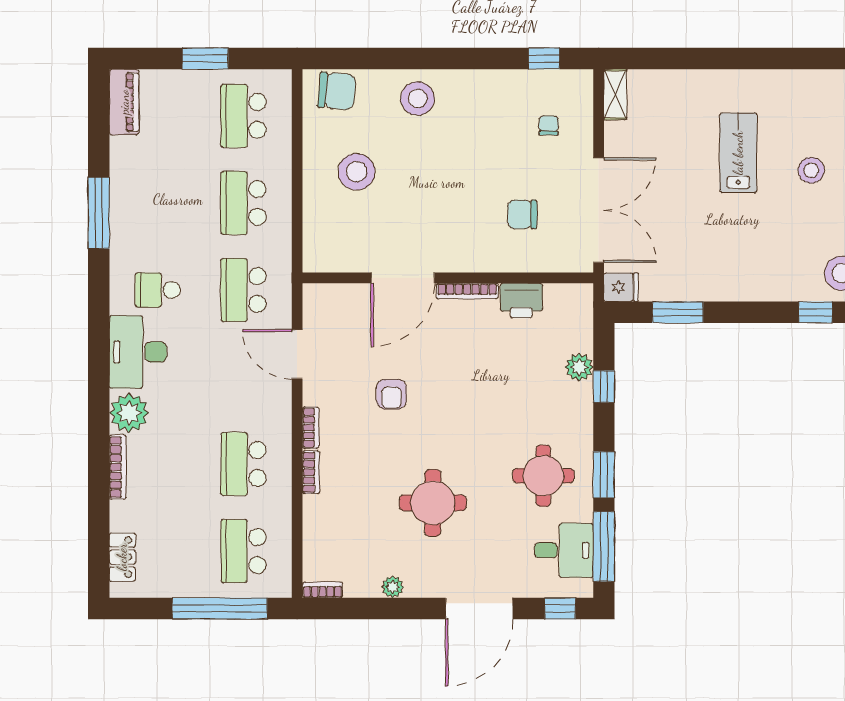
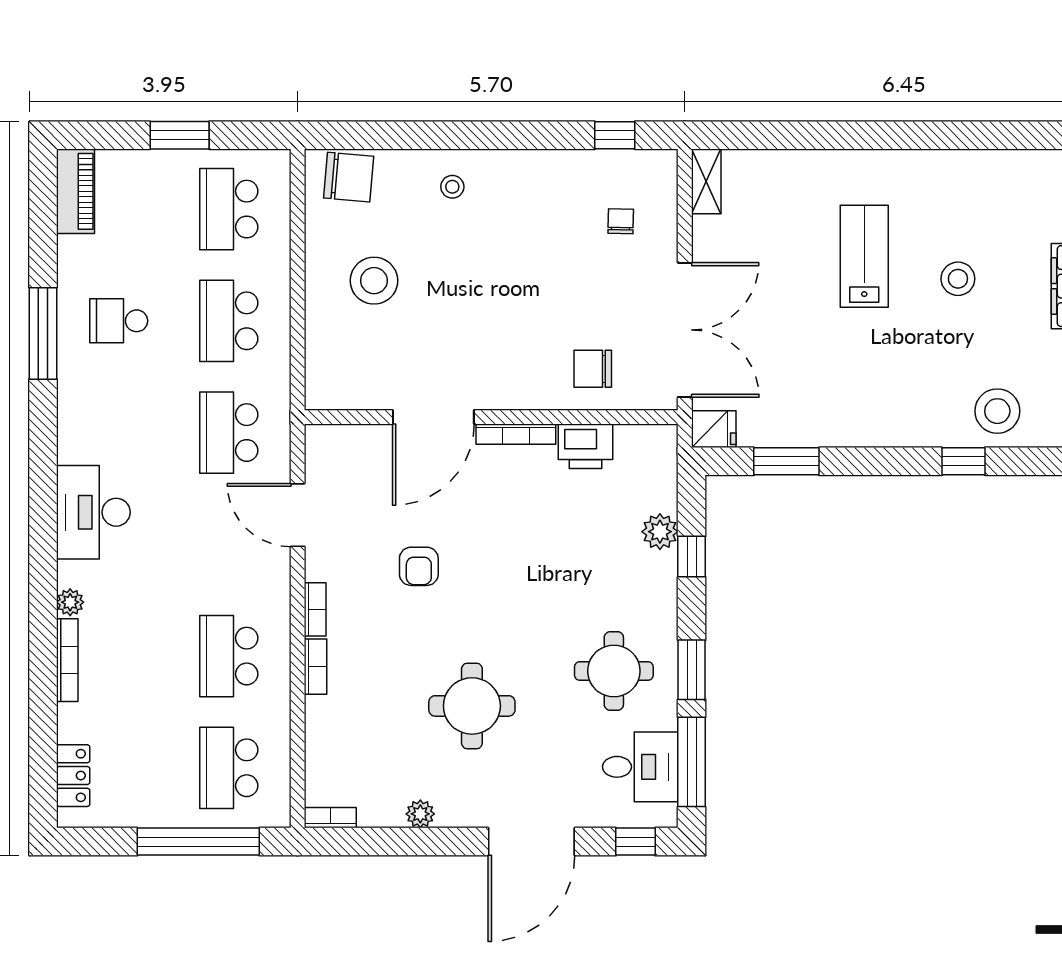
stool: (418, 99) -> (452, 187), width x0.53, depth x0.53
chair: (522, 214) -> (593, 369), moved
school desk: (158, 290) -> (119, 321), moved
plant: (129, 413) -> (70, 602), width x0.53, depth x0.53

